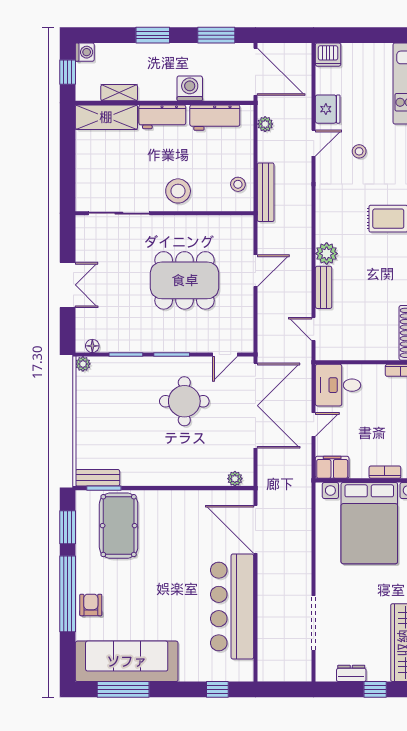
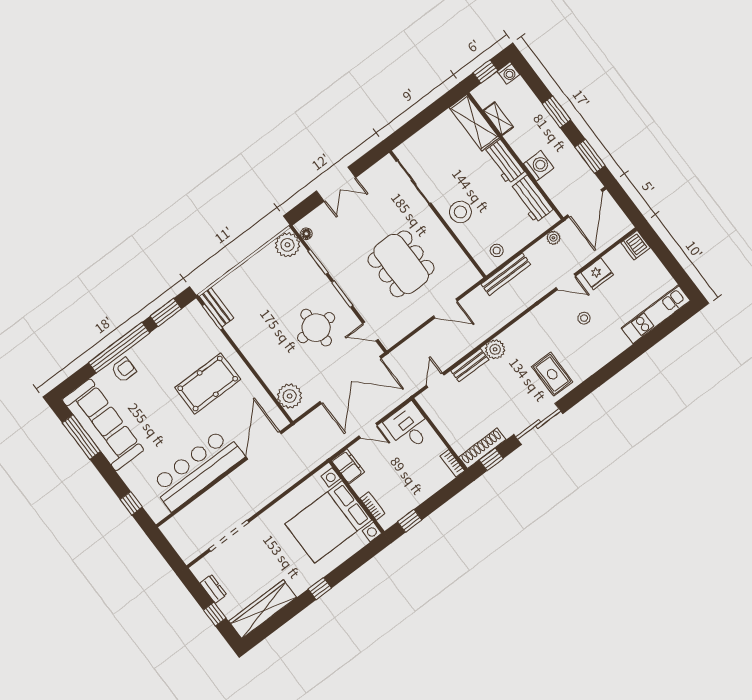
plant: (83, 364) -> (287, 245), width x1.87, depth x1.87
plant: (235, 479) -> (290, 396), width x1.87, depth x1.87
pool table: (119, 526) -> (208, 383), moved

